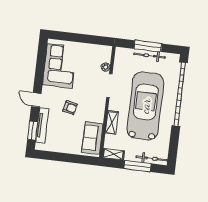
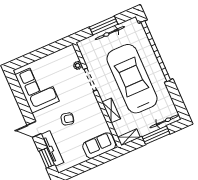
sofa: (92, 138) -> (99, 146), moved, turned 90

